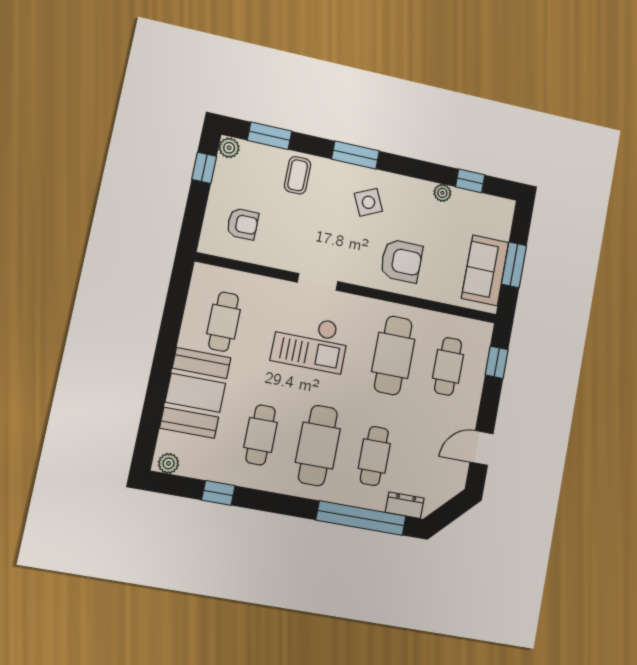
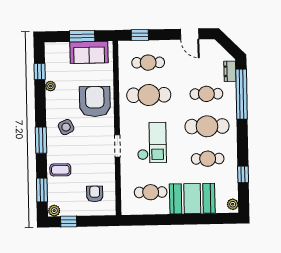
armchair: (401, 261) -> (95, 102), width x1.36, depth x1.36

